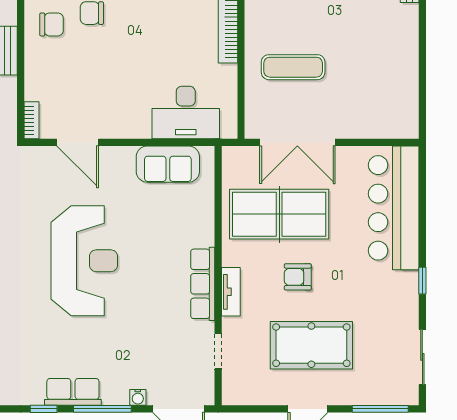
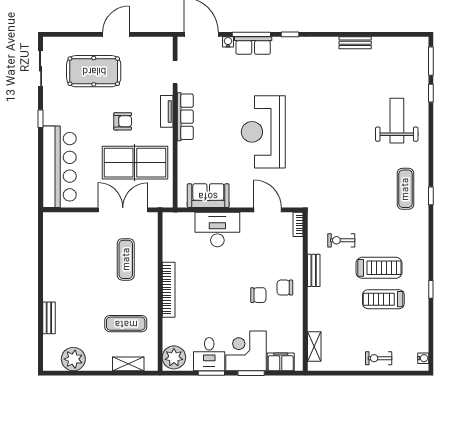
exercise mat: (293, 67) -> (126, 259), turned 90
desk: (186, 113) -> (217, 230), moved
pool table: (311, 345) -> (94, 71), moved
row of seats: (73, 392) -> (253, 46), moved
window: (380, 409) -> (68, 34), removed

